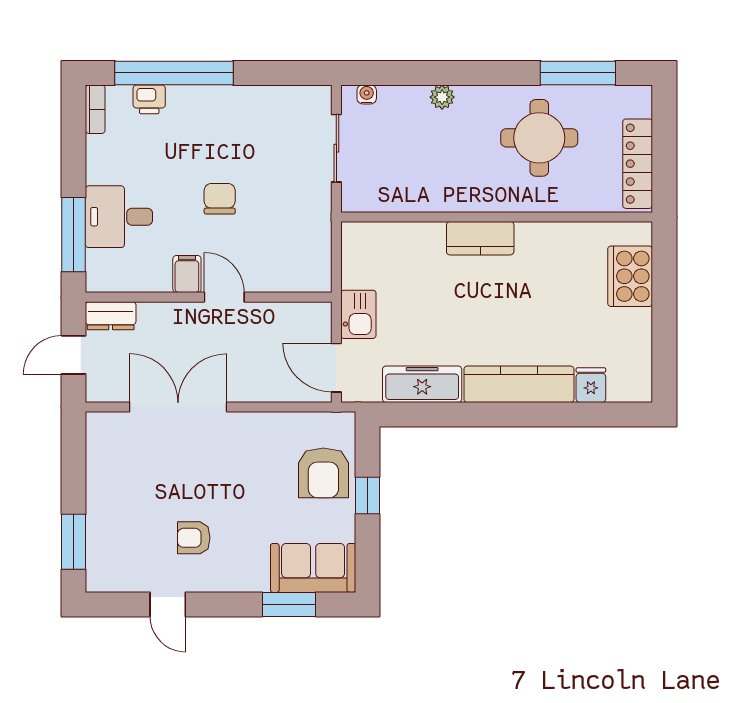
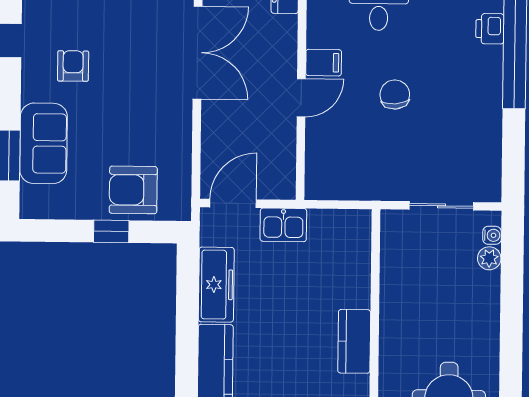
plant: (442, 97) -> (489, 258), moved
chair: (220, 199) -> (395, 95), turned -95
sofa: (313, 568) -> (44, 143), moved

